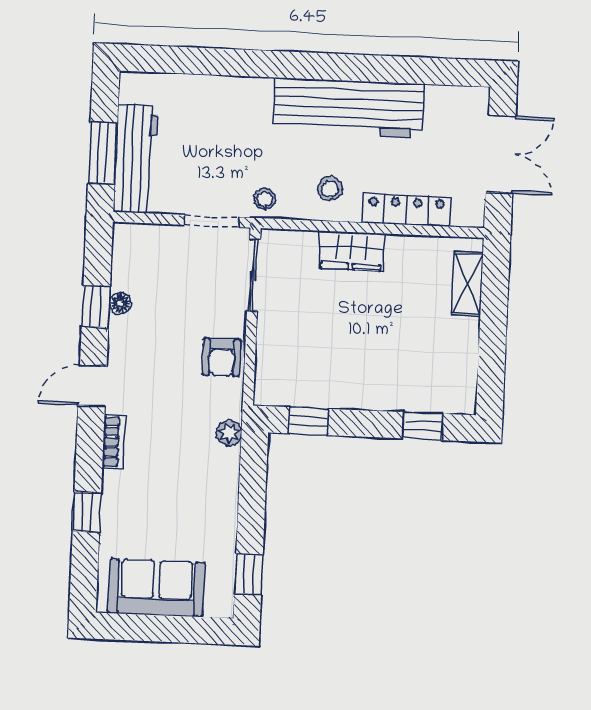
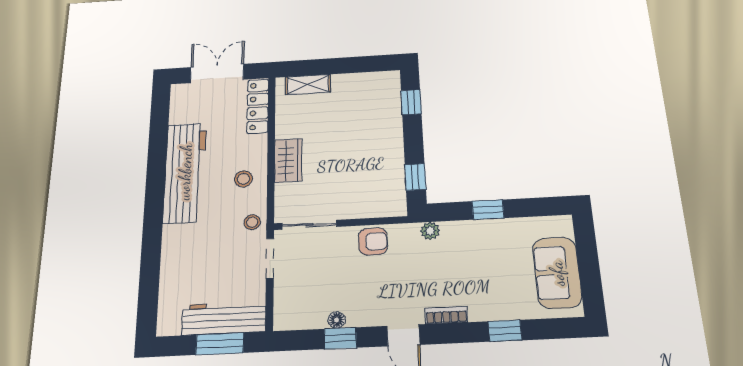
locker: (406, 210) -> (258, 106), moved
window: (249, 574) -> (488, 210), moved

